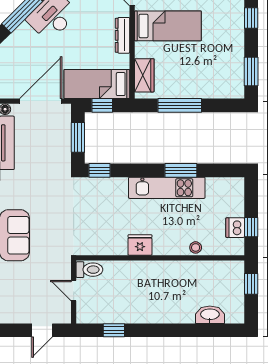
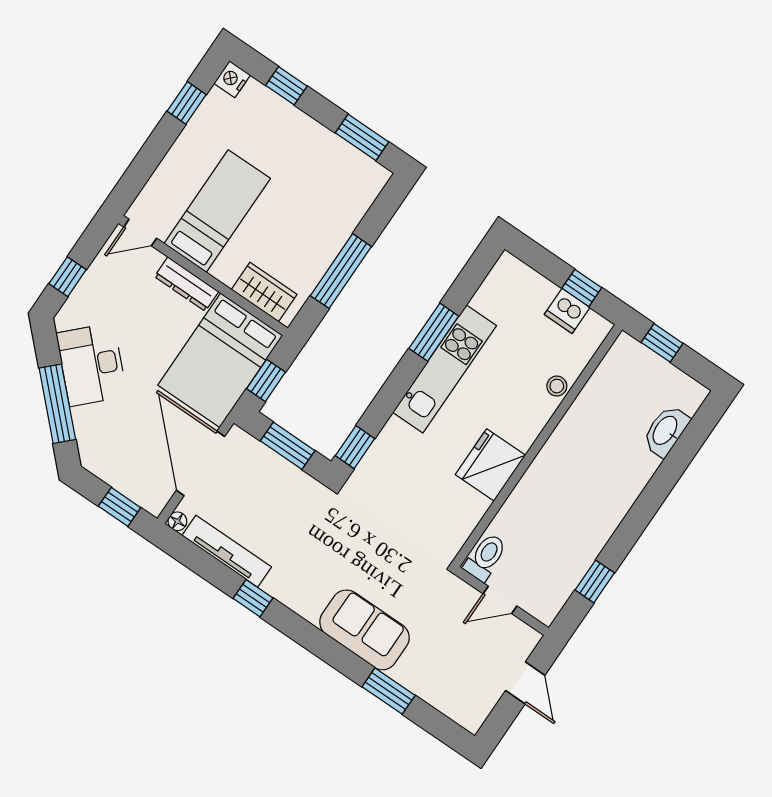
bed: (97, 84) -> (220, 360), width x1.50
fridge: (140, 245) -> (490, 465), width x1.36, depth x1.34

